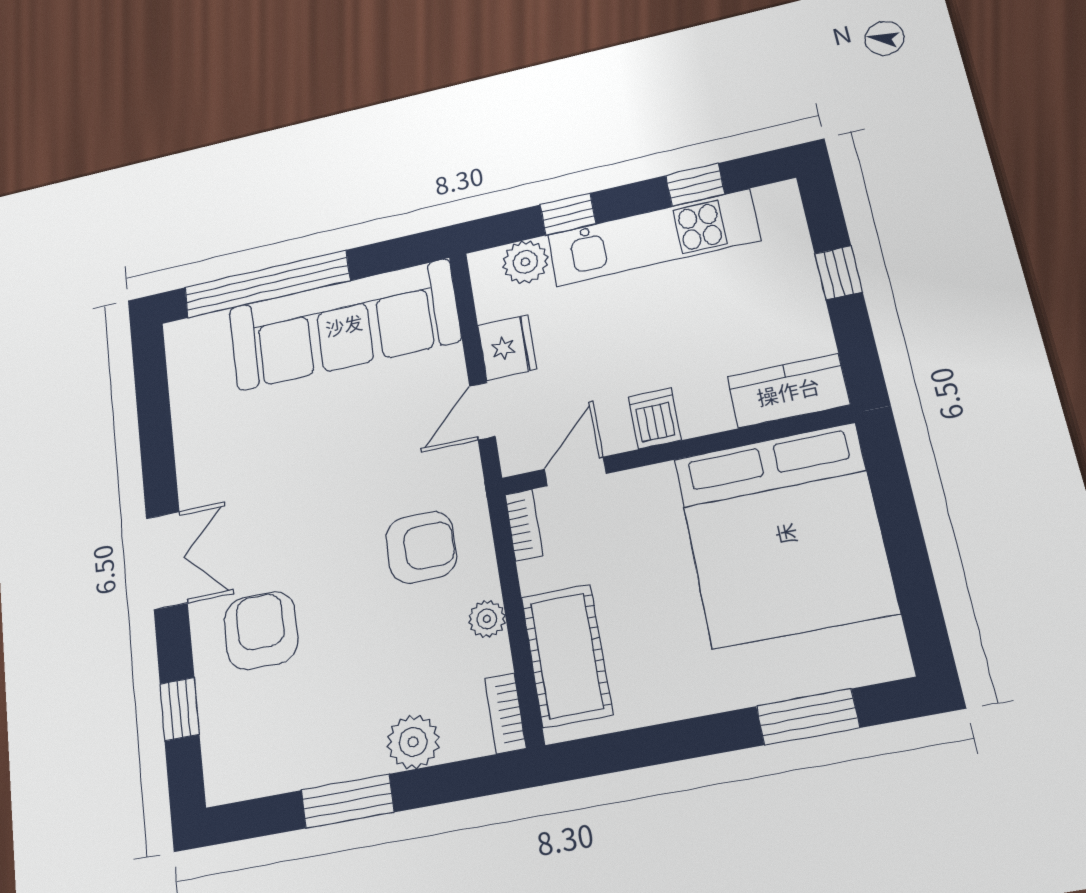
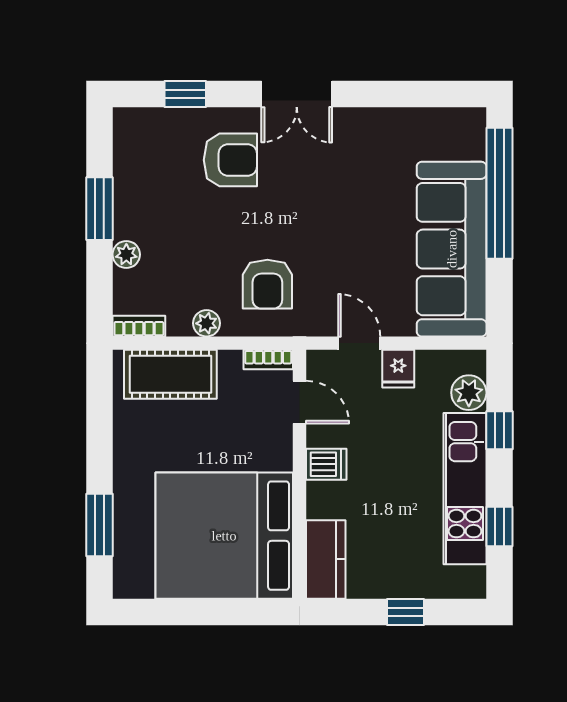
fridge: (507, 347) -> (398, 369), width x0.72
plant: (413, 742) -> (126, 254), width x0.73, depth x0.73

